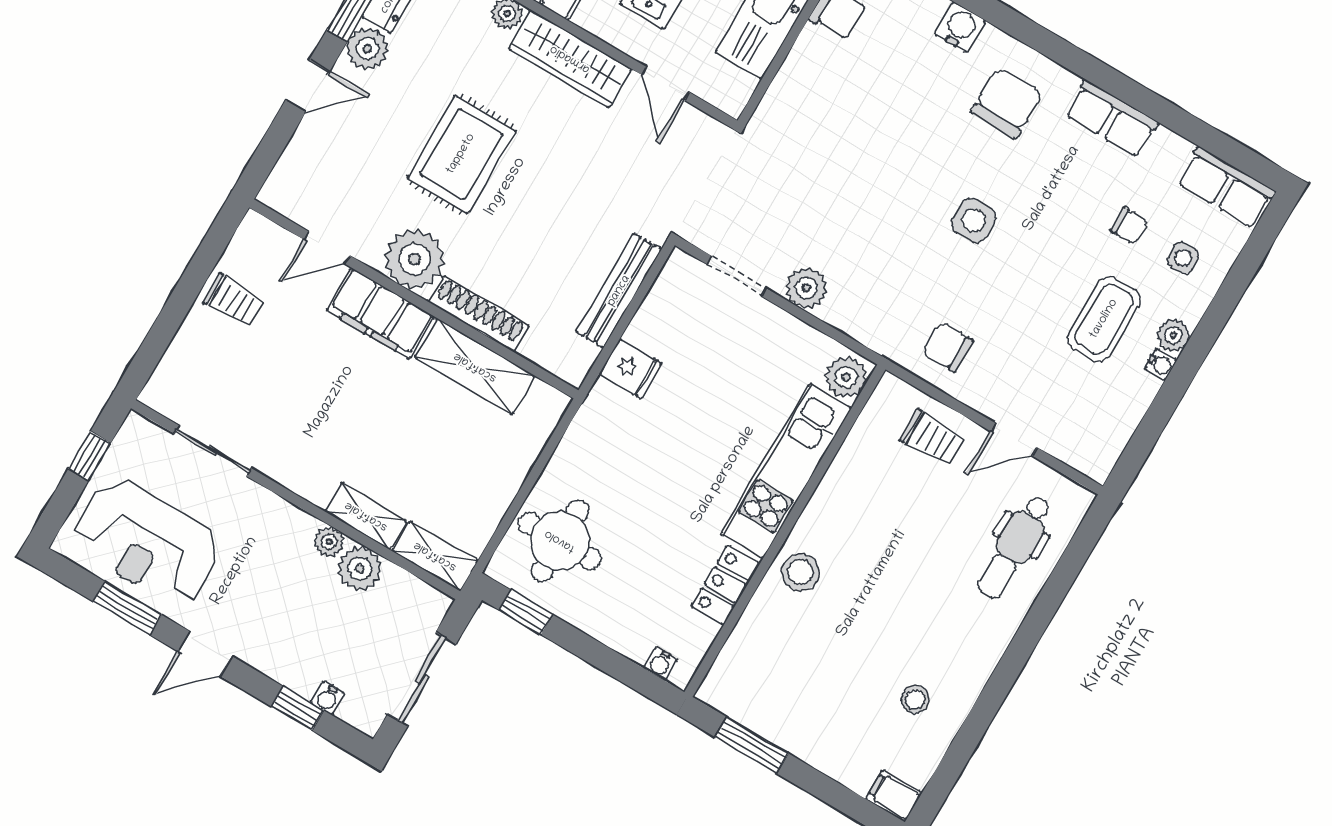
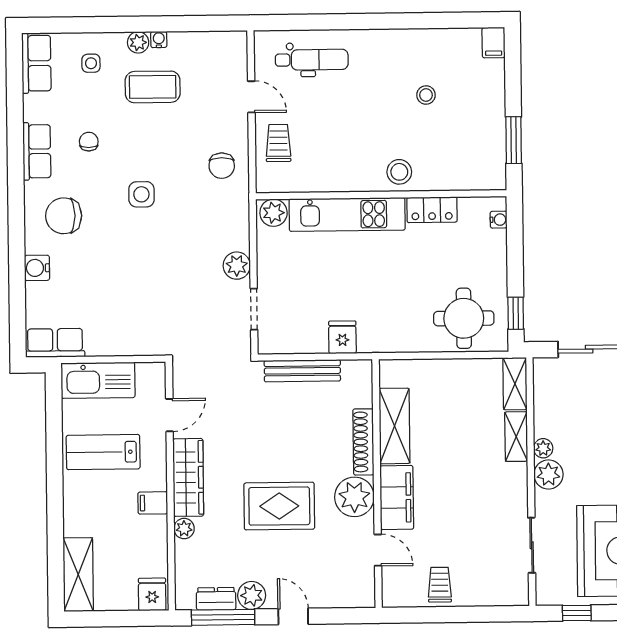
chair: (1129, 226) -> (89, 142), moved
plant: (360, 568) -> (548, 474), moved
stool: (915, 699) -> (426, 95), moved

